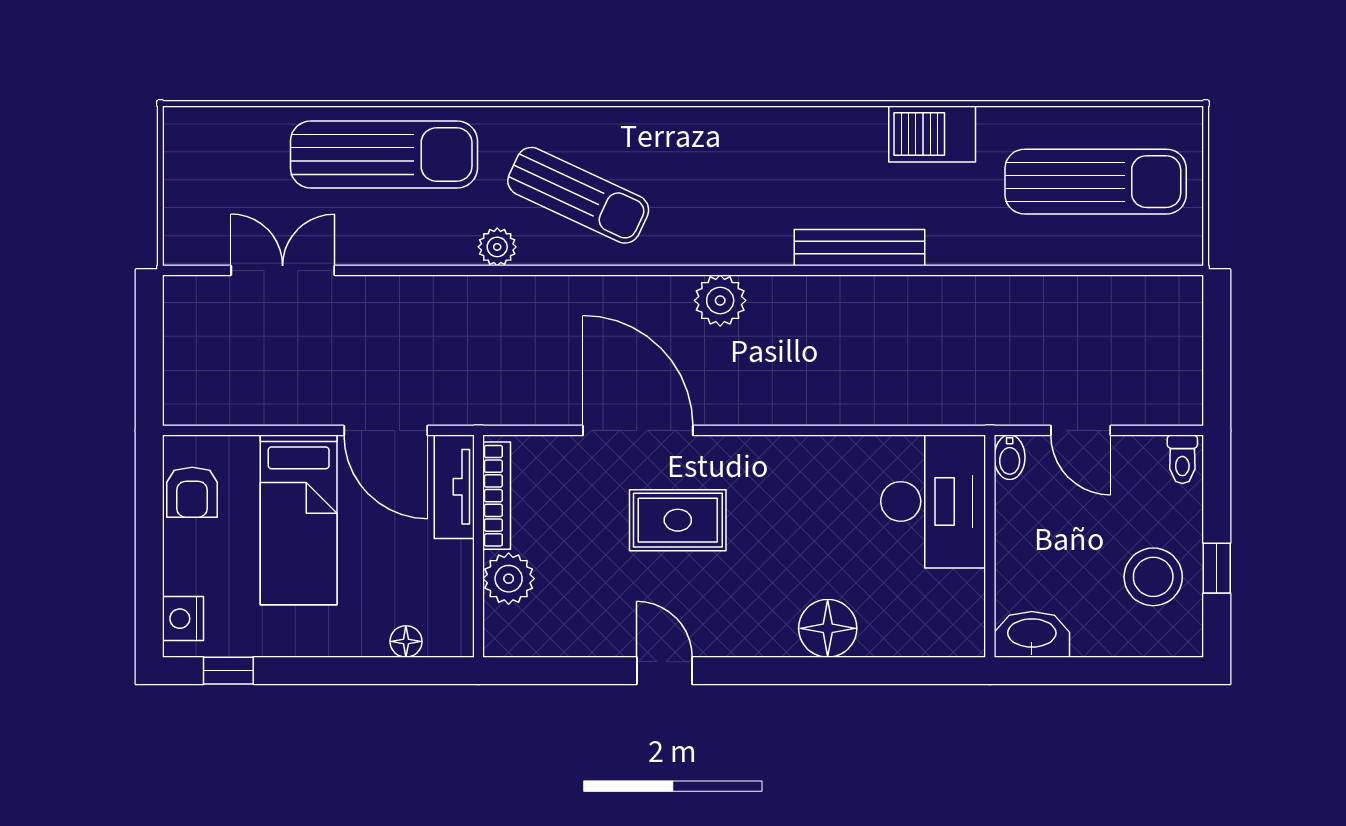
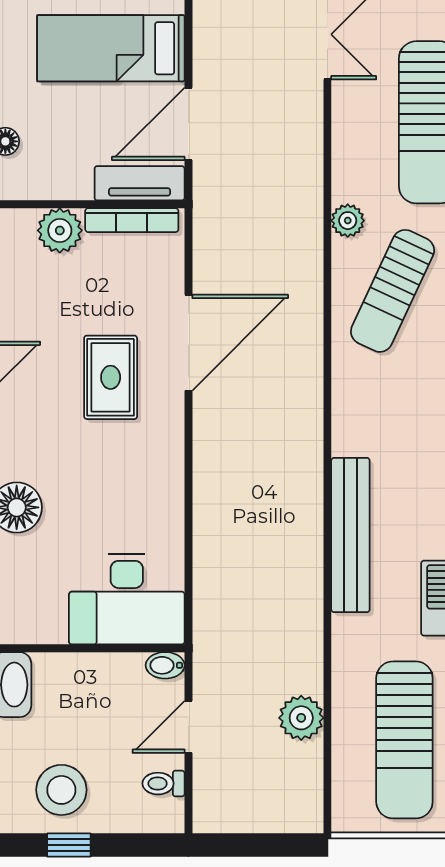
bench: (859, 248) -> (350, 535), width x1.37, depth x1.21
plant: (720, 300) -> (301, 718), moved
toilet: (1182, 459) -> (163, 784), moved

